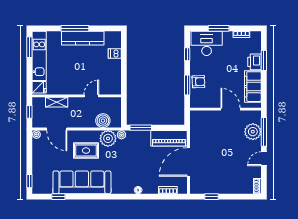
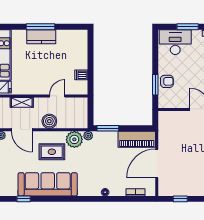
kitchen counter: (83, 38) -> (41, 37), width x0.67
dishwasher: (115, 53) -> (81, 75), moved
window: (187, 54) -> (155, 53), removed
boiler: (103, 121) -> (49, 121), moved

